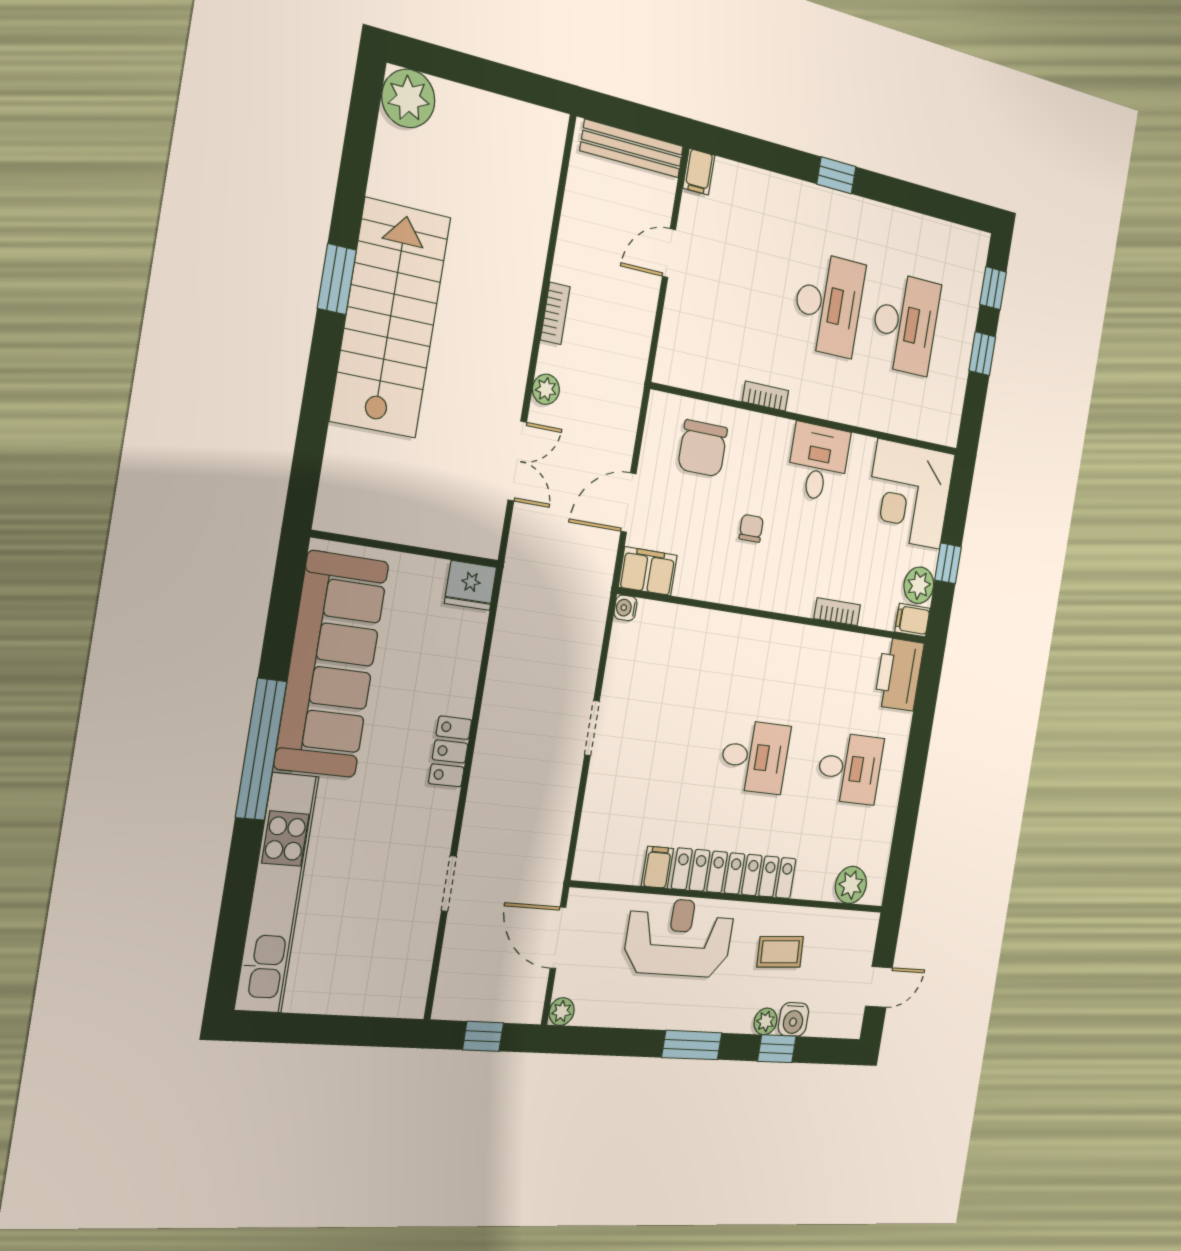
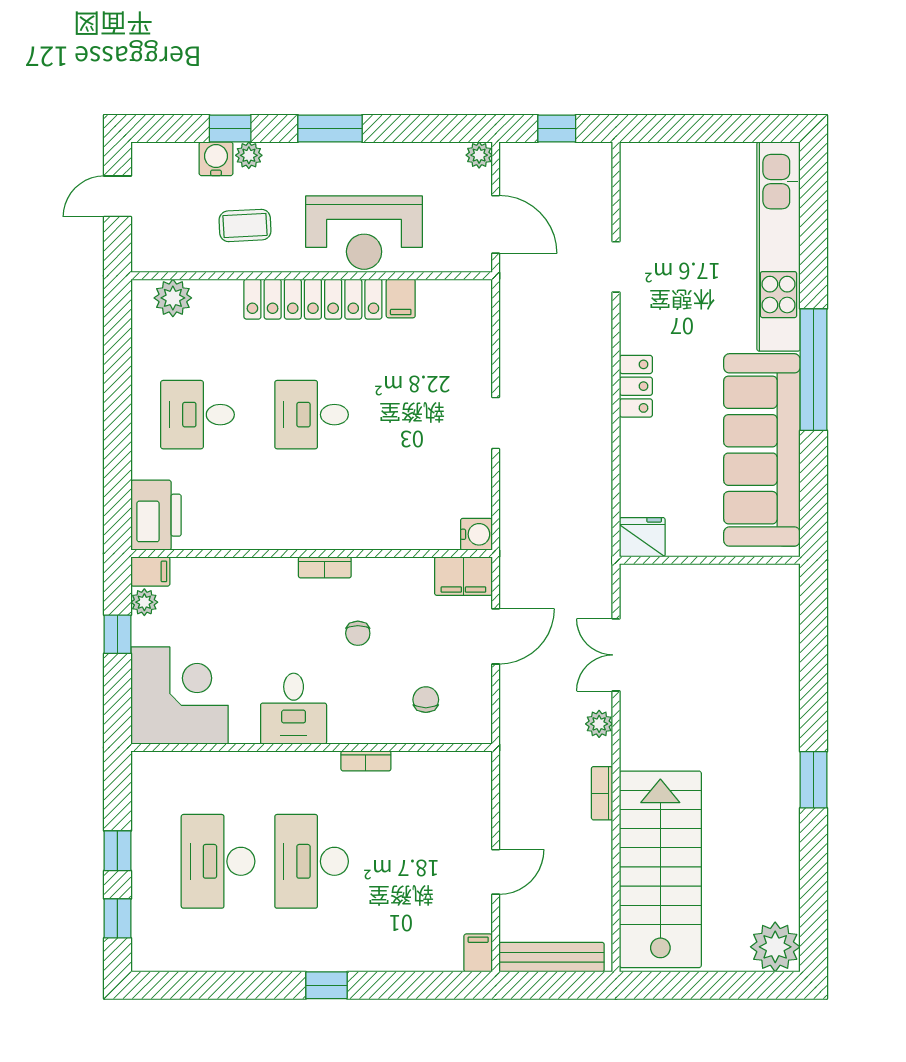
stairs: (390, 319) -> (660, 869), moved, turned 180
chair: (703, 448) -> (426, 700), width x0.54, depth x0.54
plant: (919, 585) -> (144, 602), width x0.73, depth x0.73
water cooler: (625, 608) -> (476, 534), width x1.38, depth x1.38
bookcase: (837, 612) -> (325, 567), moved

